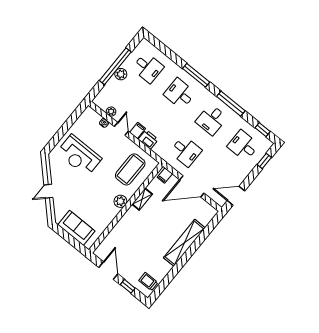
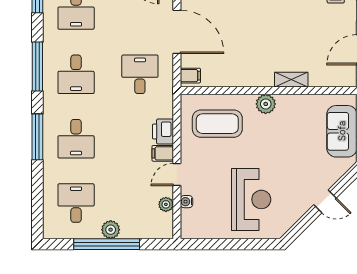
desk: (211, 120) -> (76, 74), turned 90
shelving: (142, 199) -> (291, 80), moved

